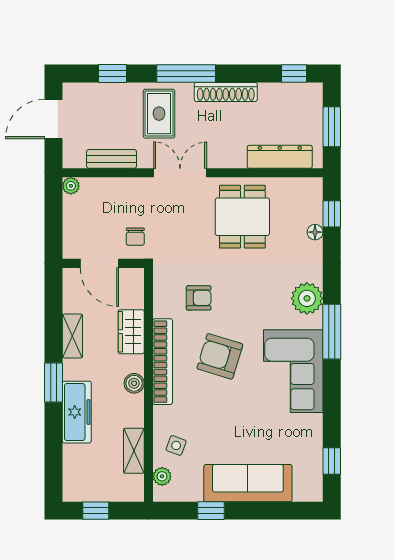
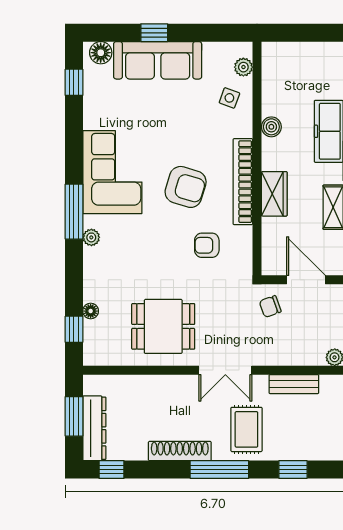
dresser: (280, 157) -> (94, 428), moved, turned -90
dining table: (242, 217) -> (163, 326), turned 90
chair: (135, 237) -> (270, 306), turned -110
plant: (307, 298) -> (91, 237), width x0.53, depth x0.53
wardrobe: (131, 332) -> (274, 194), moved
boiler: (134, 383) -> (271, 127), moved
shelving: (134, 451) -> (272, 93), removed
floor lamp: (305, 491) -> (101, 53), added
window: (96, 511) -> (310, 33), removed
window: (211, 511) -> (154, 33), moved

